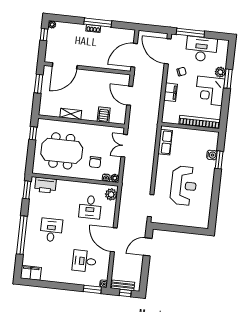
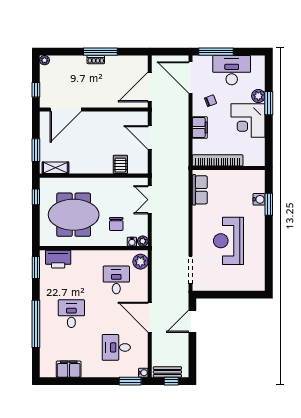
window: (44, 35) -> (36, 90), moved
window: (39, 84) -> (36, 150), moved
shelving: (71, 114) -> (55, 168), moved
bookcase: (199, 122) -> (218, 160), moved
reception desk: (184, 186) -> (229, 241), turned 180
desk: (90, 207) -> (116, 280), turned 180
filing cabinet: (31, 273) -> (69, 369), moved

